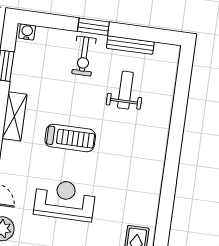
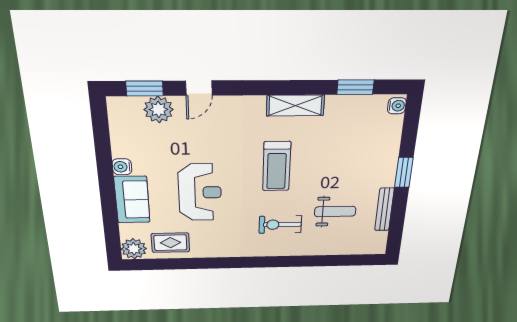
exercise bike: (84, 56) -> (280, 225), moved
reception desk: (65, 200) -> (200, 192), moved

